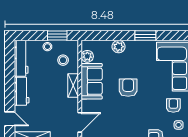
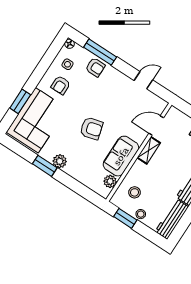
plant: (119, 47) -> (60, 161), moved
shelving: (73, 86) -> (149, 150), moved
armchair: (128, 88) -> (91, 128), turned -105

